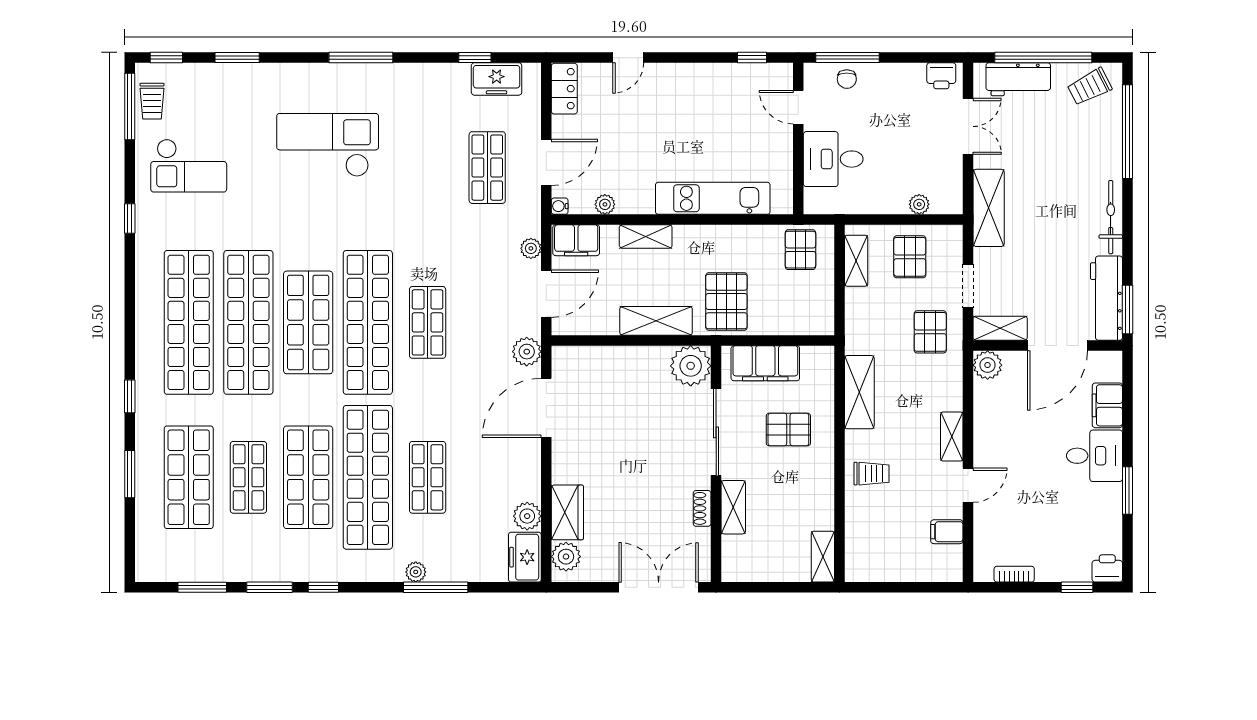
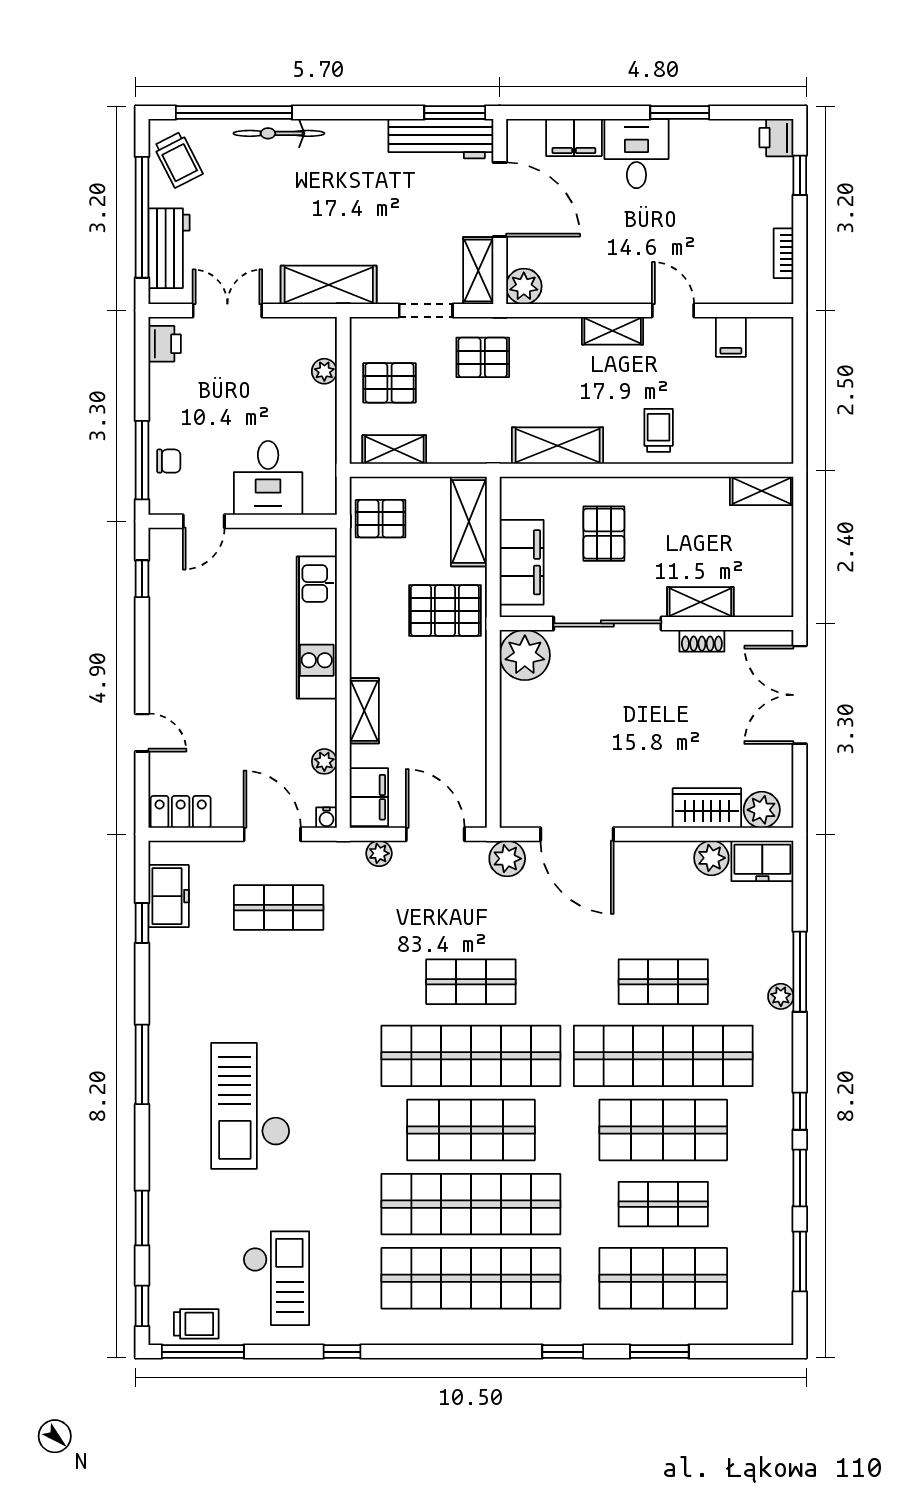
bicycle: (1111, 217) -> (279, 133), moved
shelving: (656, 321) -> (469, 521), moved

